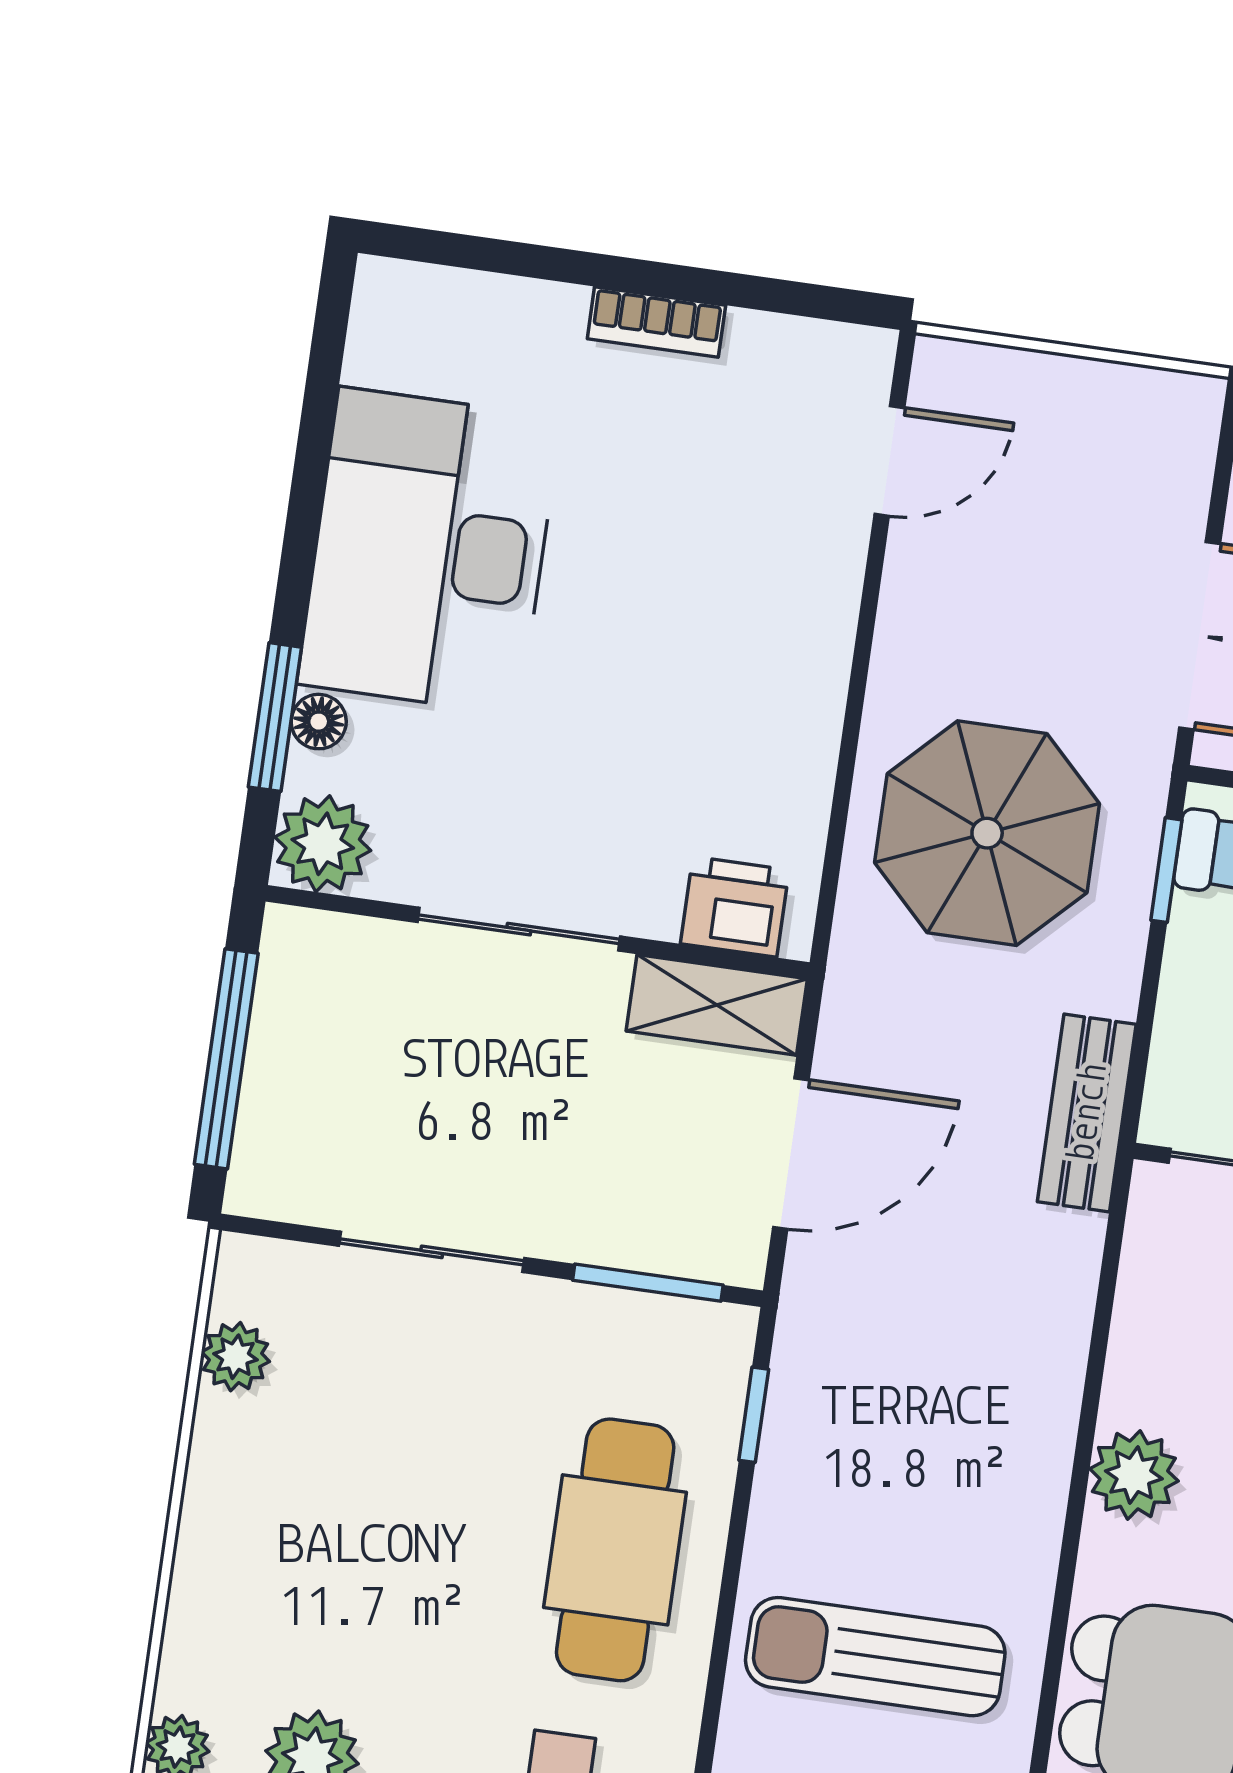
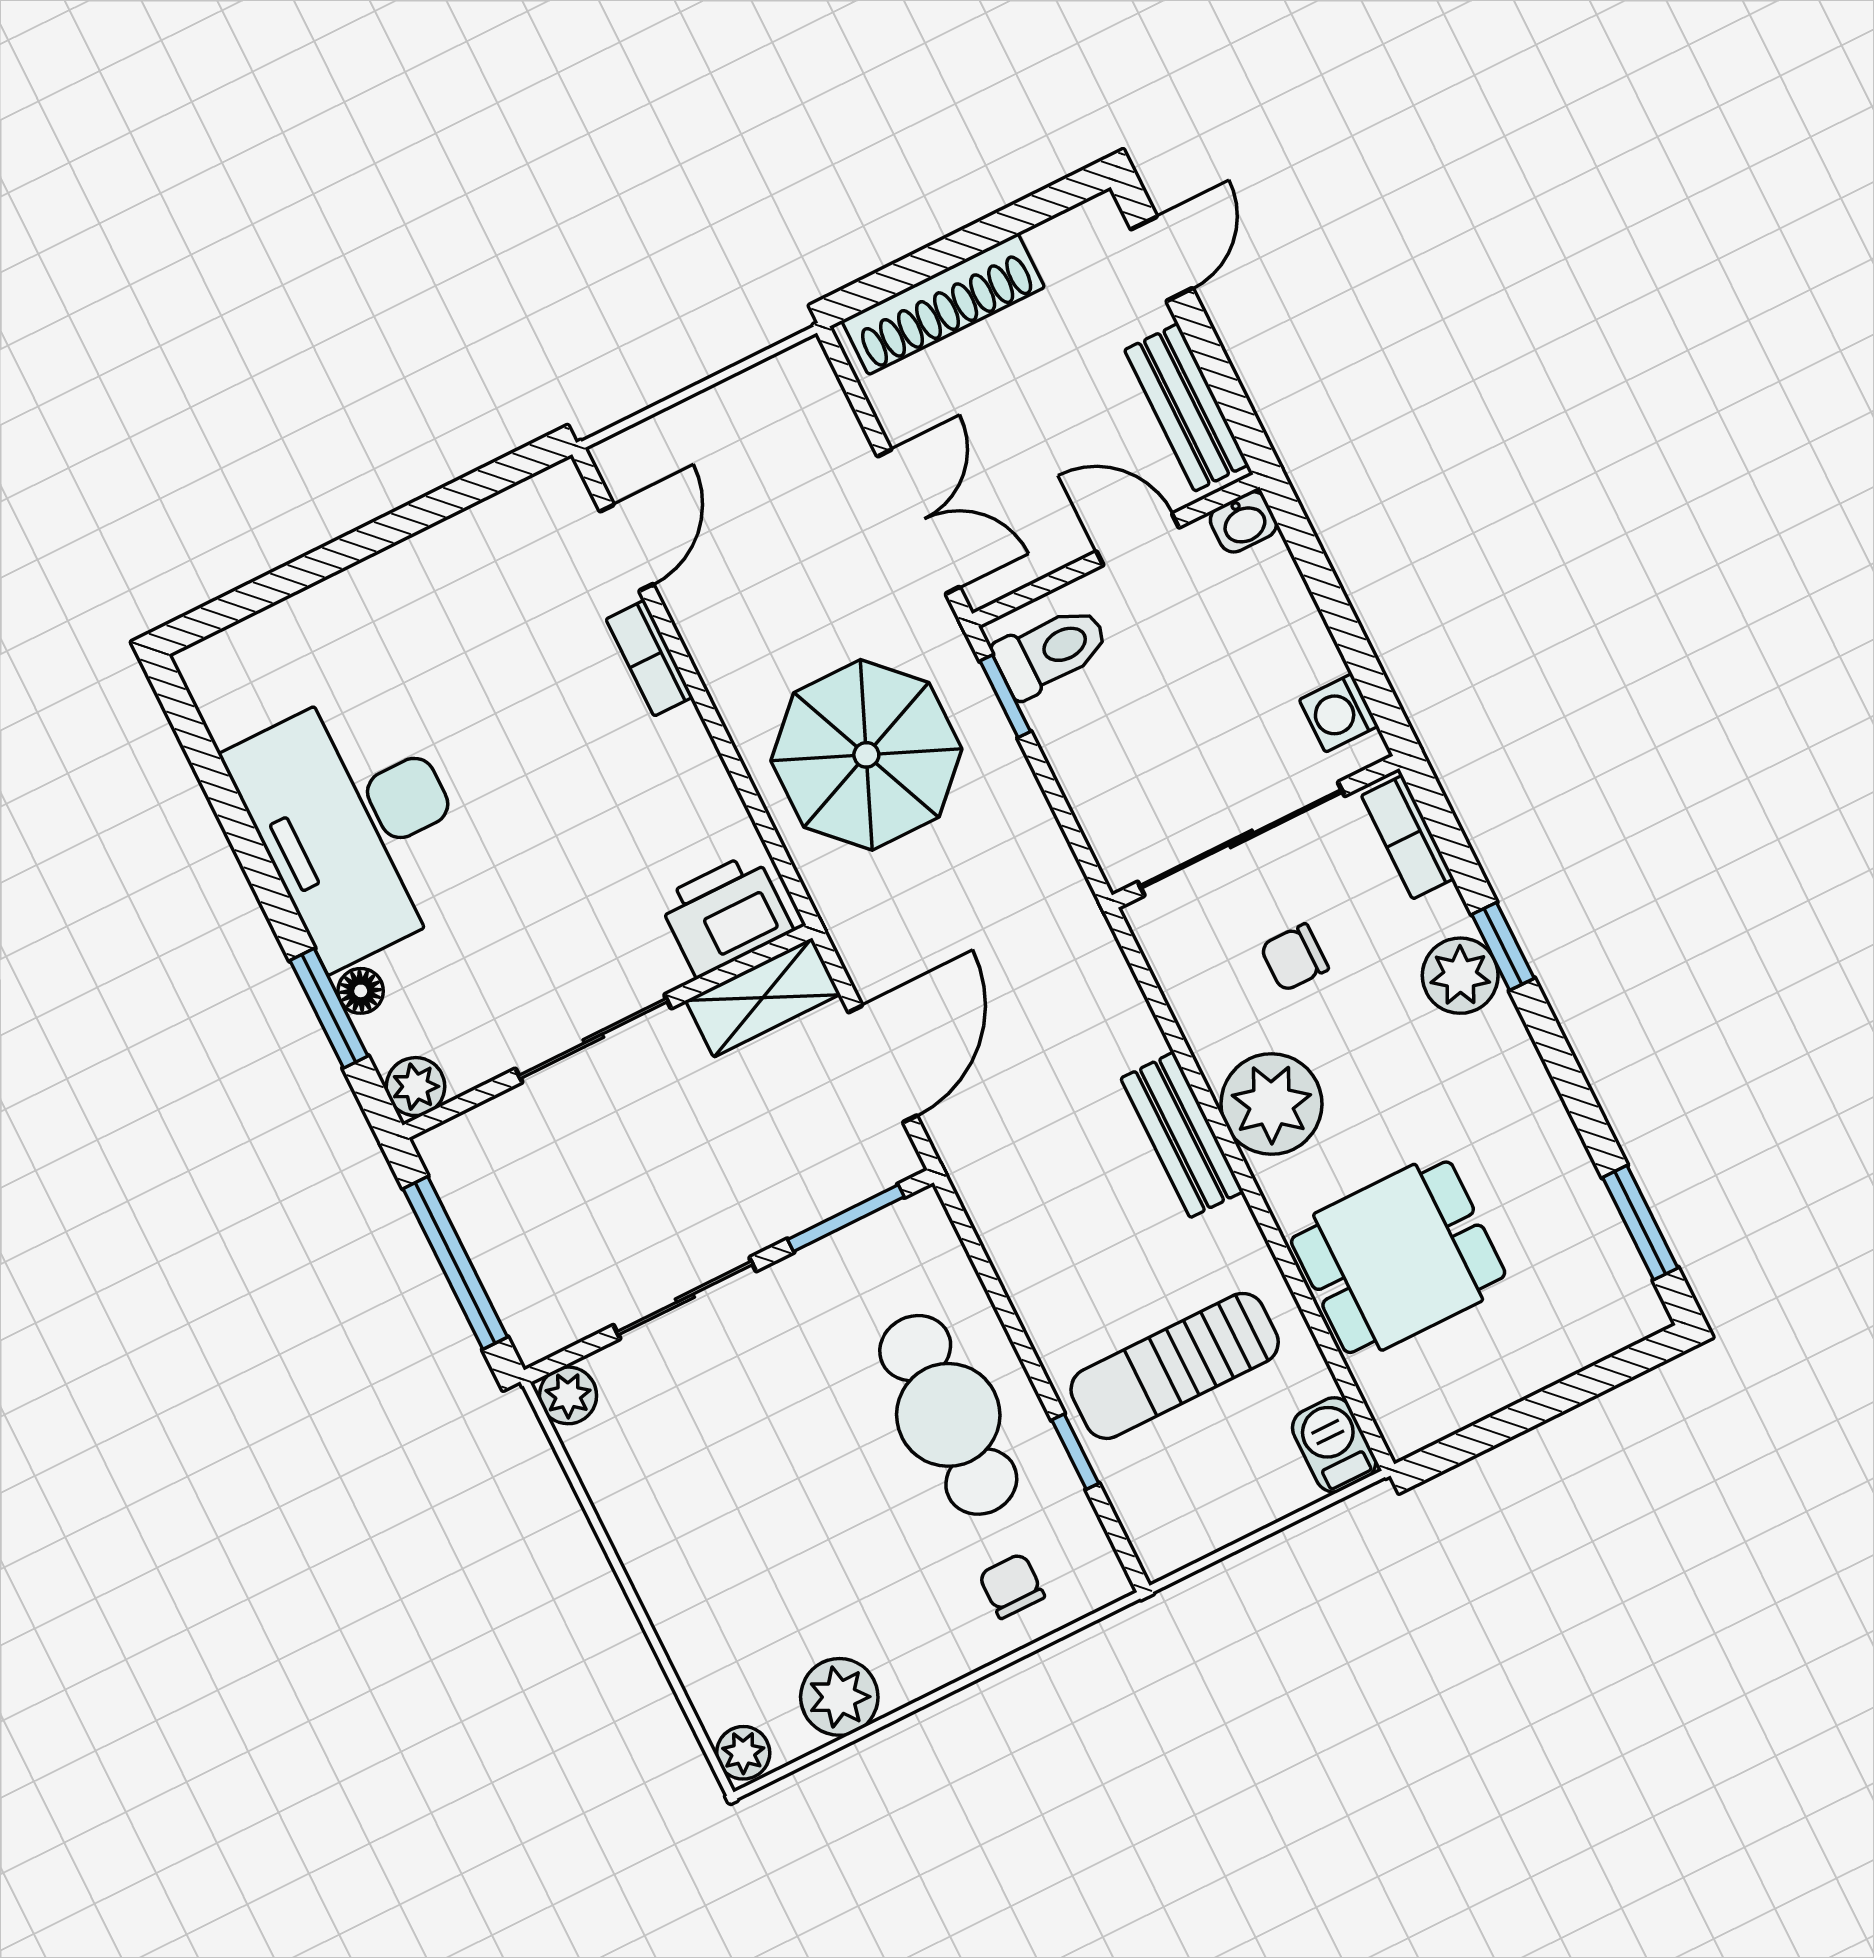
bookcase: (656, 322) -> (649, 658), moved, turned 90
plant: (323, 844) -> (416, 1087), width x0.73, depth x0.73
printer: (735, 907) -> (726, 915), width x1.36, depth x1.24
bench: (1087, 1113) -> (1182, 1135), moved
plant: (236, 1357) -> (568, 1395), moved
window: (754, 1415) -> (1075, 1452), moved
plant: (1134, 1475) -> (1271, 1104), width x1.36, depth x1.36

